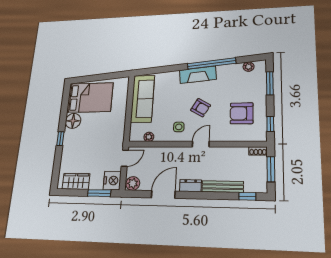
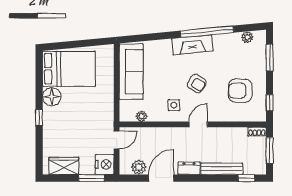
plant: (133, 183) -> (139, 167), moved

